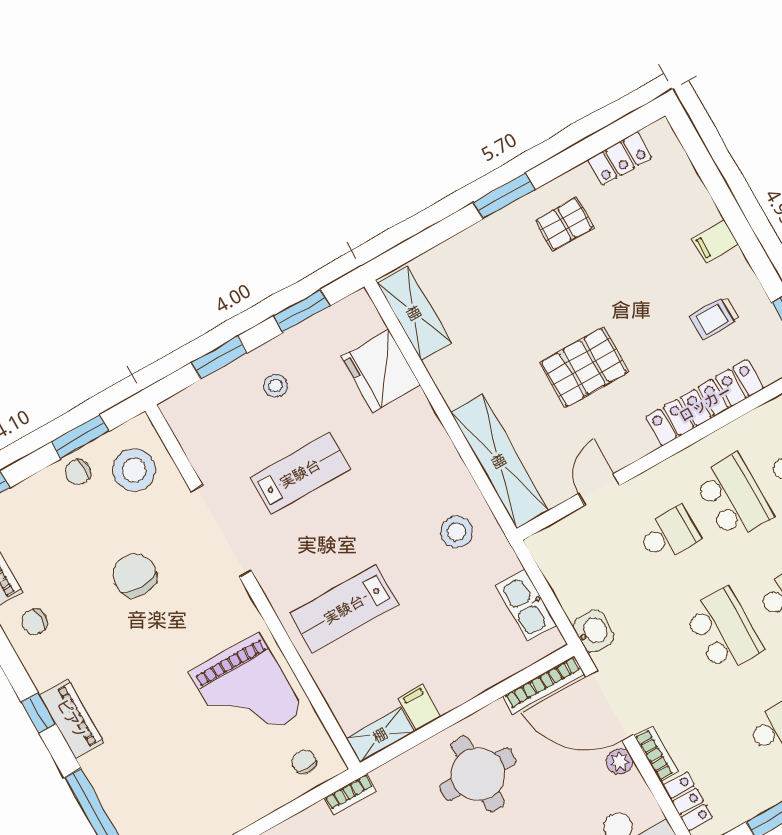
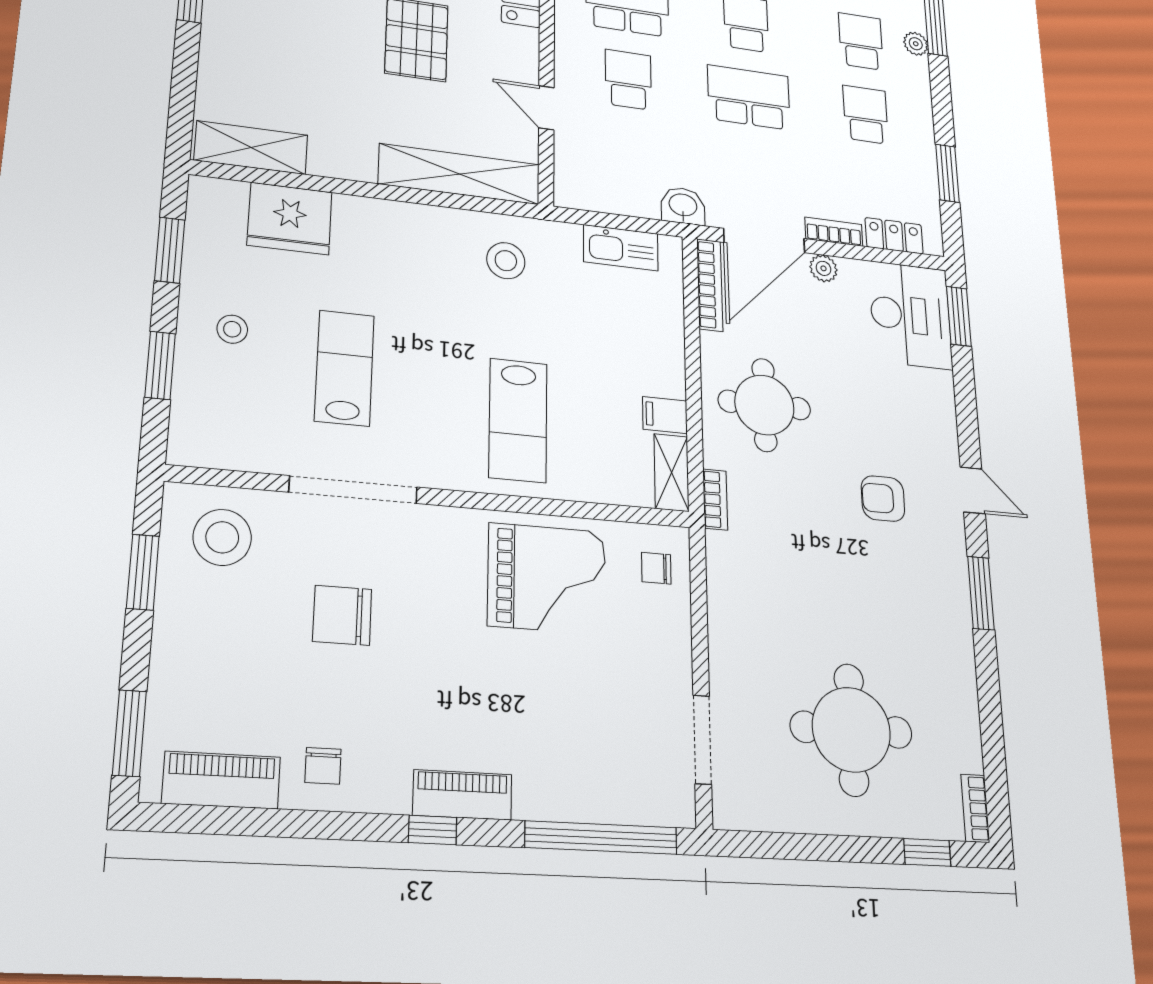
chair: (78, 472) -> (182, 601), removed
bookcase: (350, 794) -> (715, 499), moved

